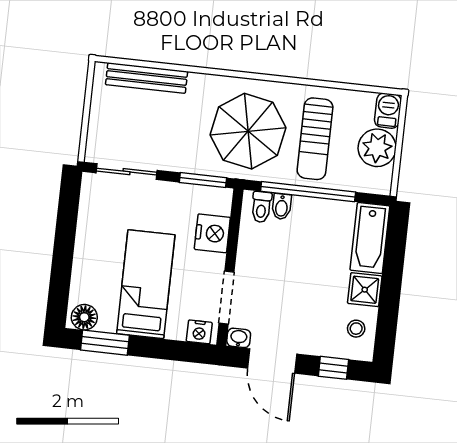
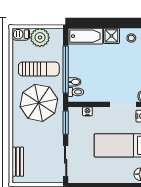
bench: (147, 78) -> (18, 162), width x0.73
nightstand: (212, 233) -> (87, 111), width x0.53, depth x0.56

